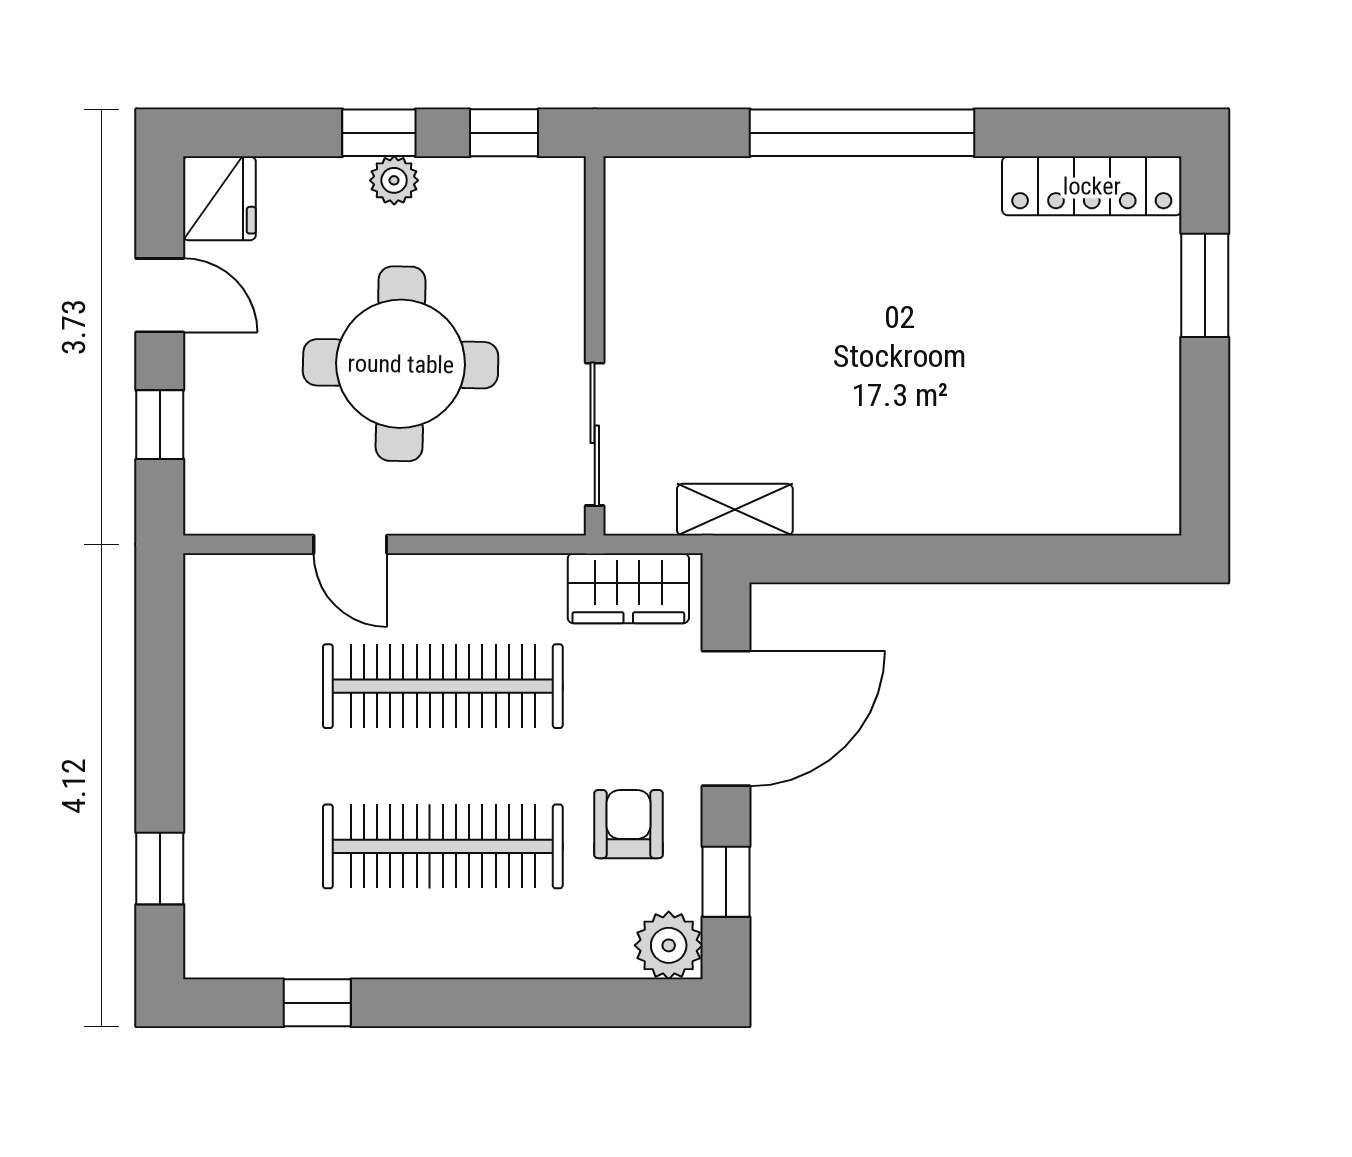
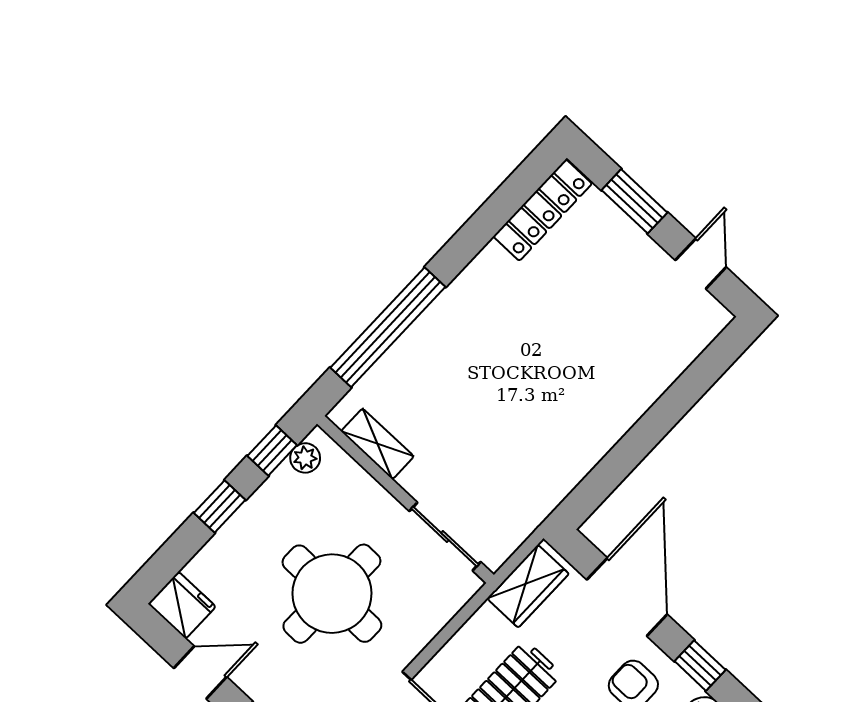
window: (862, 133) -> (388, 327), moved
plant: (394, 180) -> (305, 458), moved
door: (1205, 434) -> (701, 264), added
shelving: (735, 510) -> (377, 444), moved, turned 90

